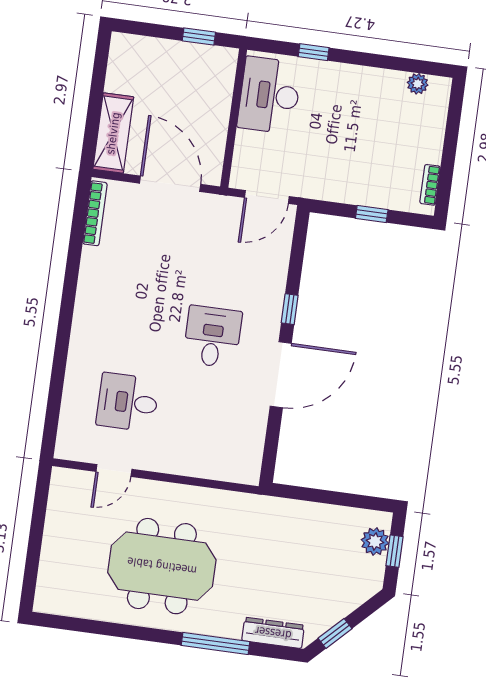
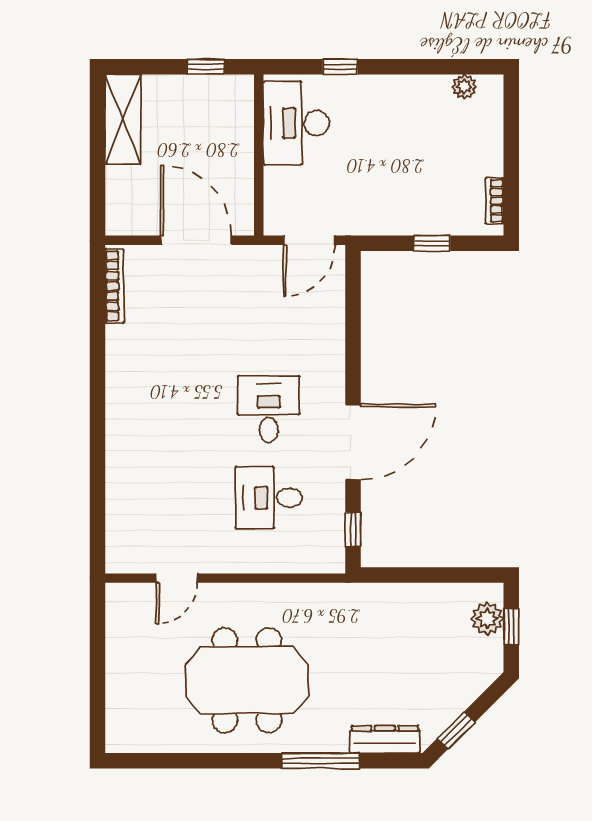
shelving: (113, 133) -> (123, 119), moved
window: (290, 309) -> (353, 529), moved
desk: (128, 402) -> (269, 498), moved

